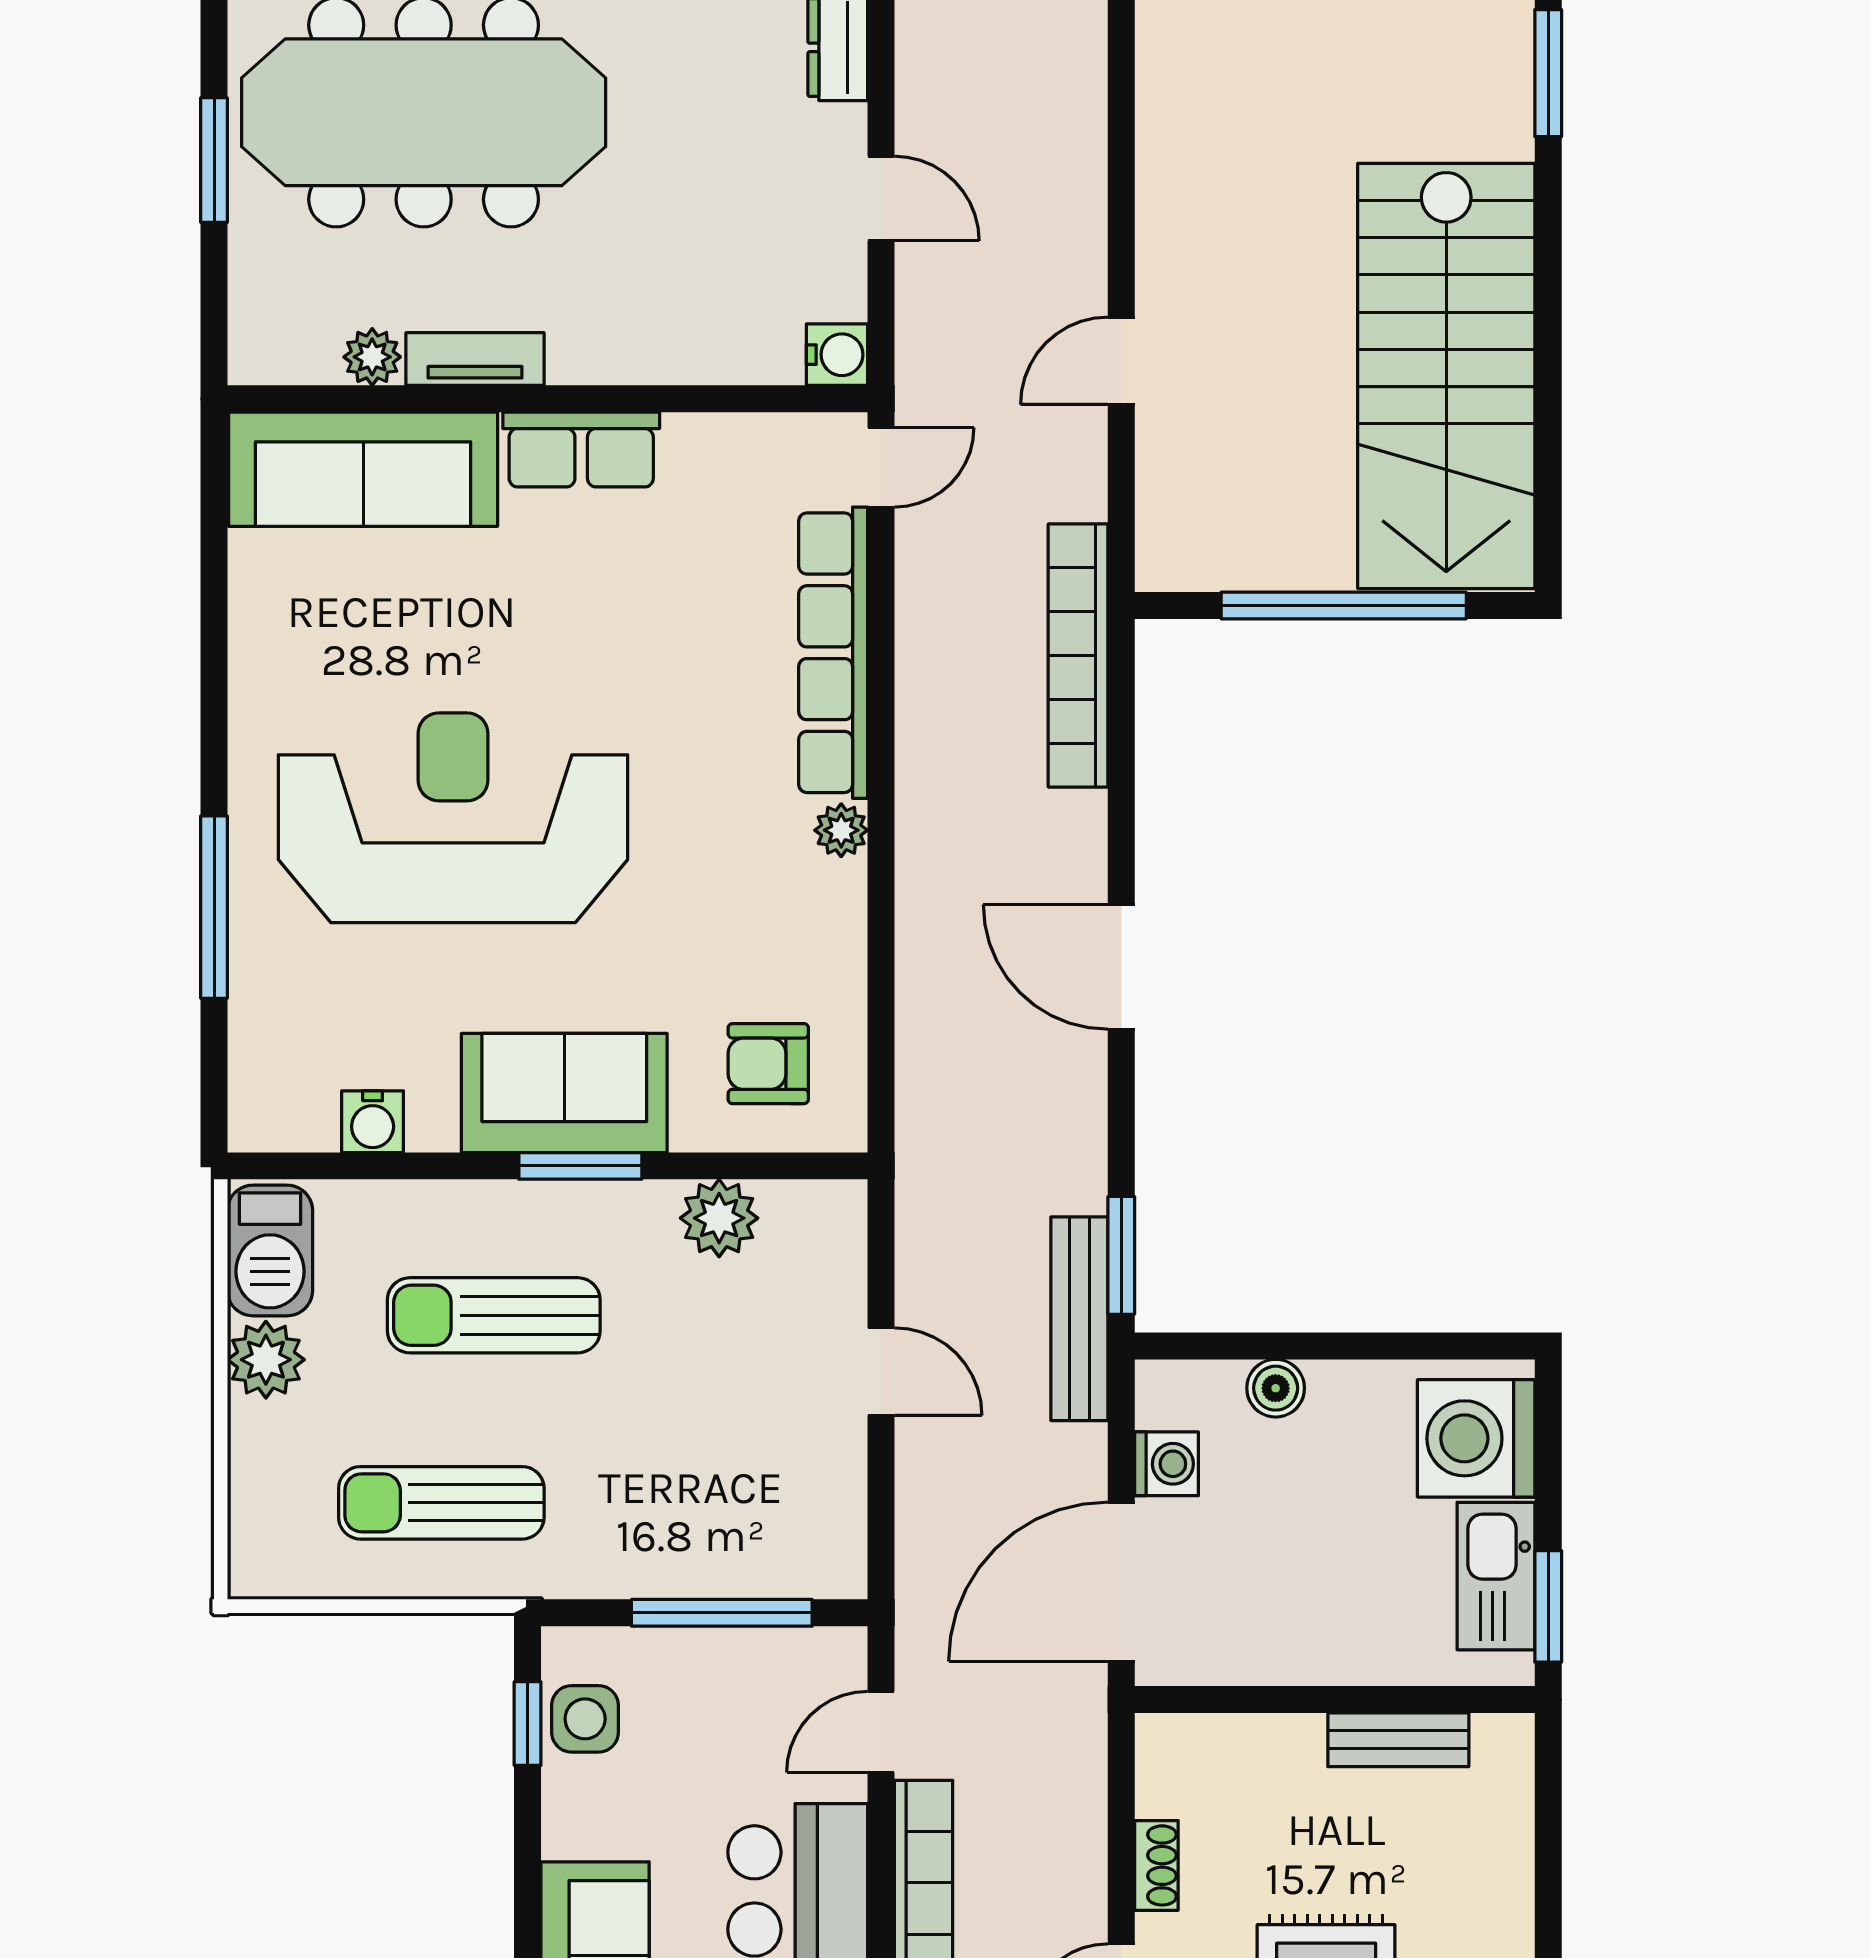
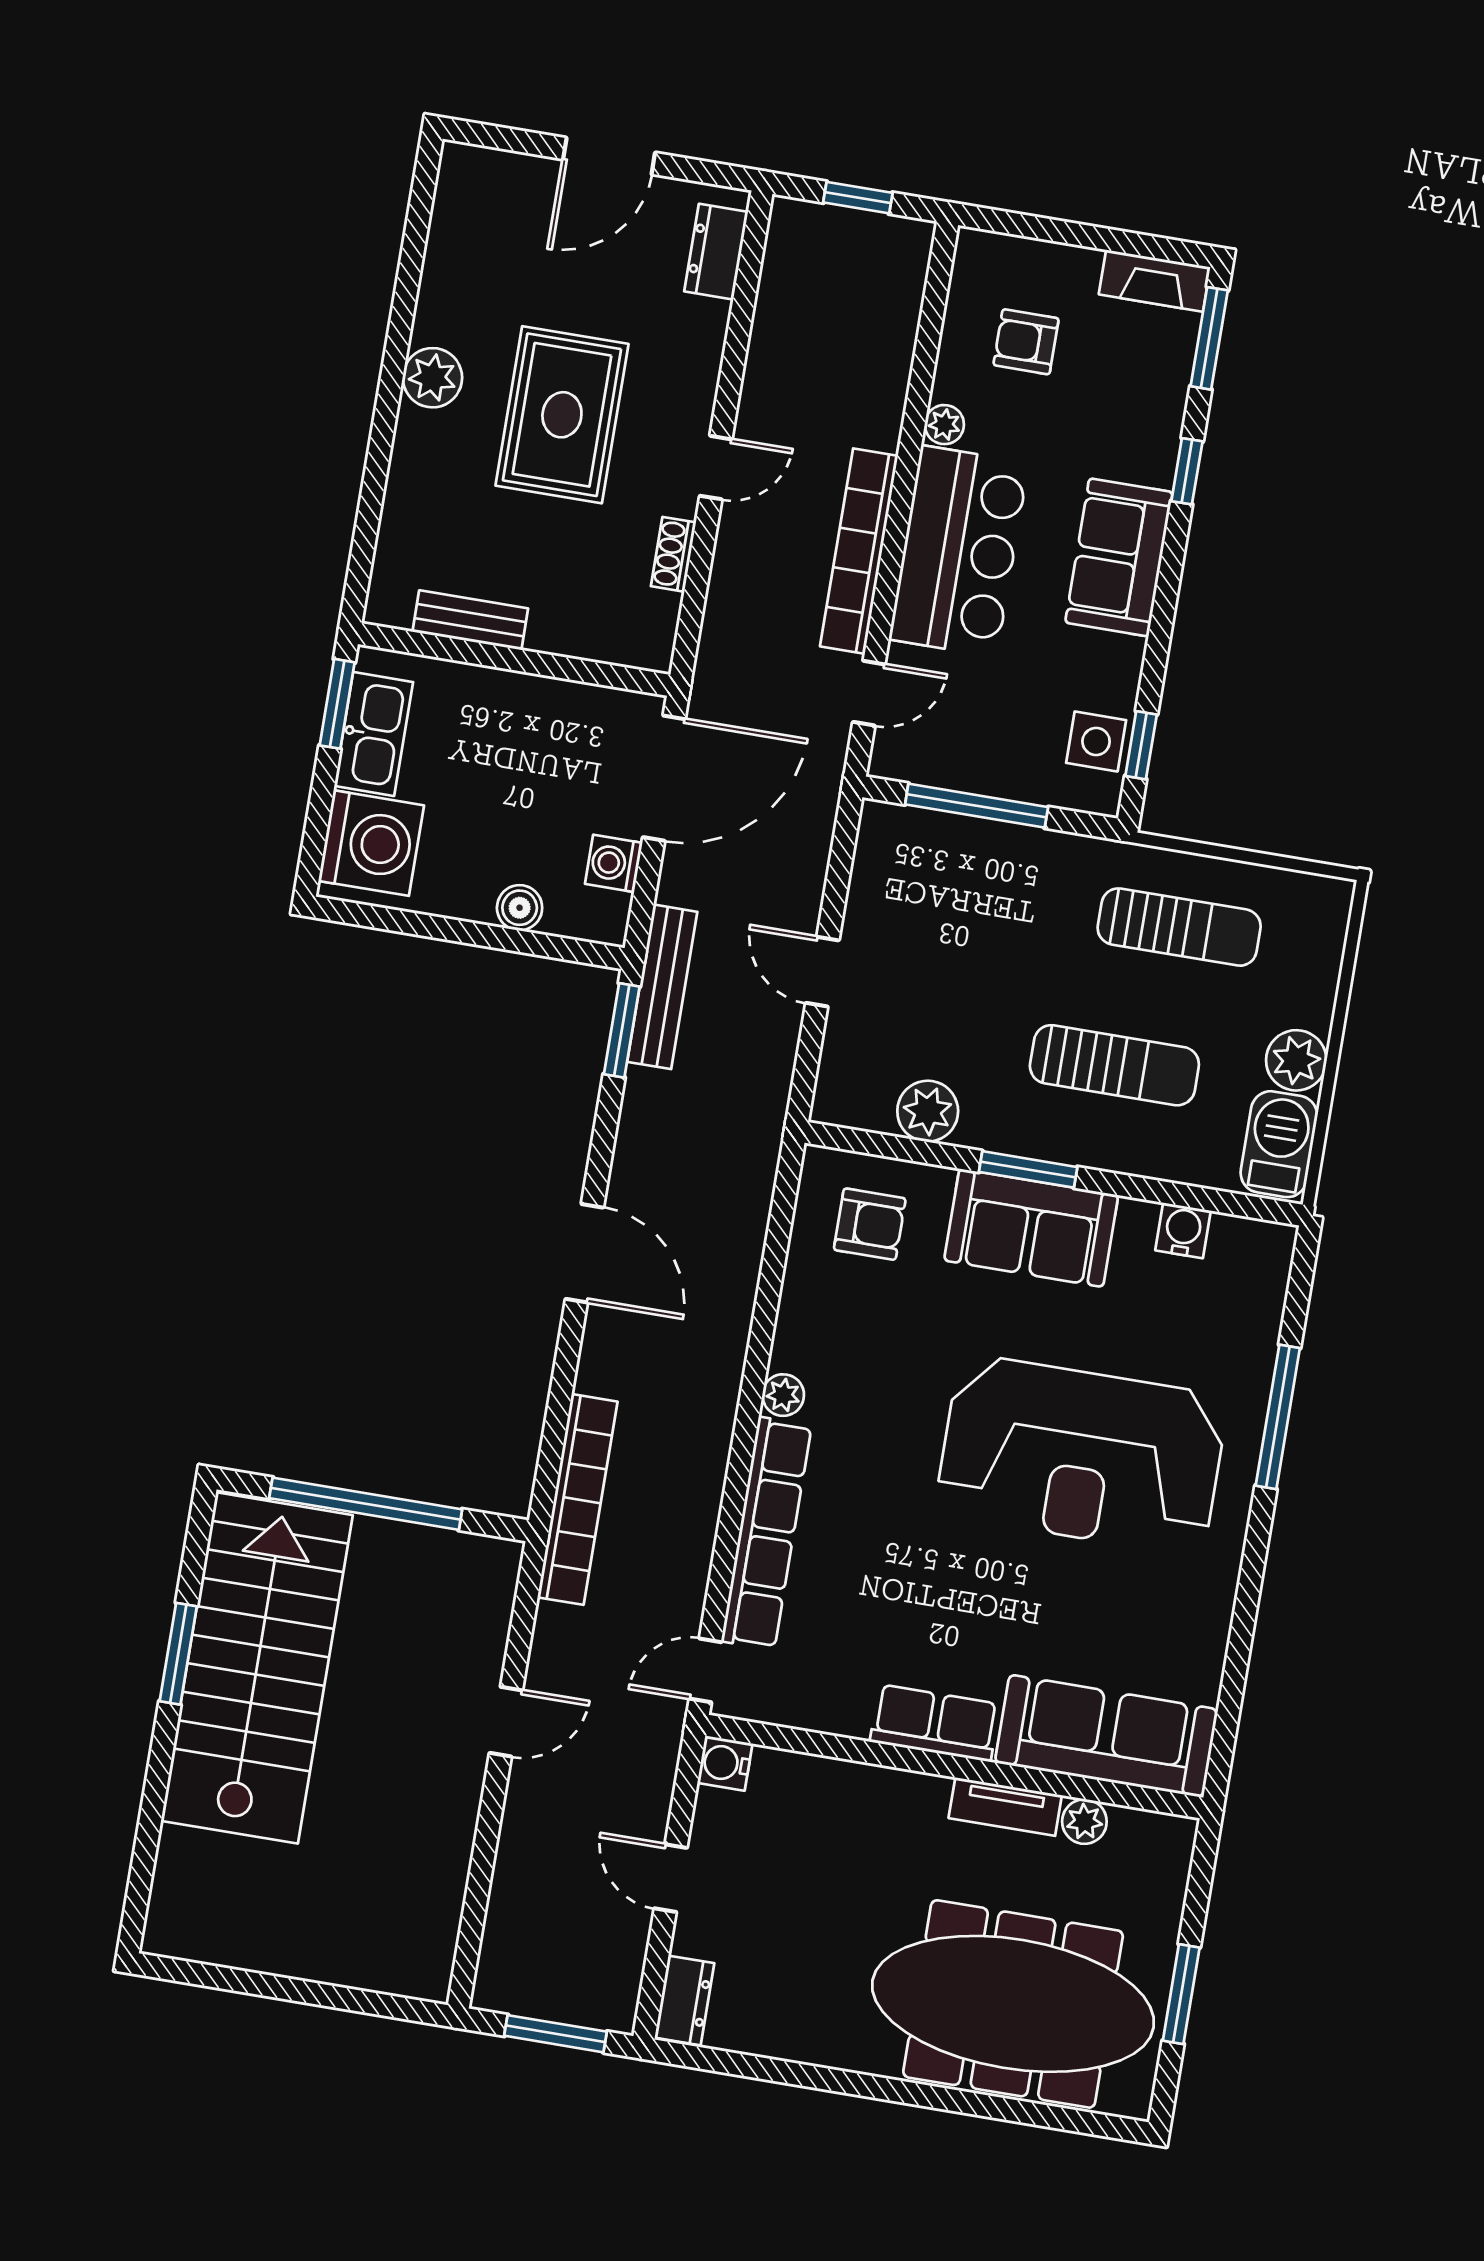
window: (1548, 73) -> (178, 1654), moved

